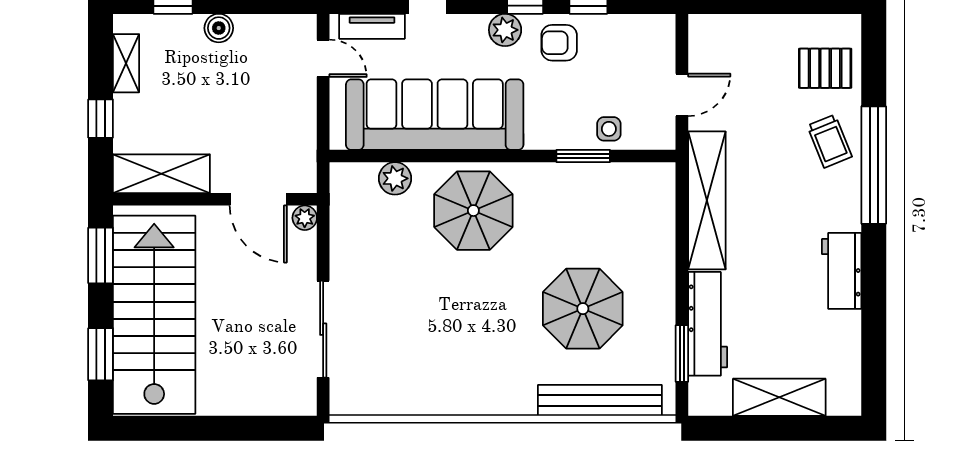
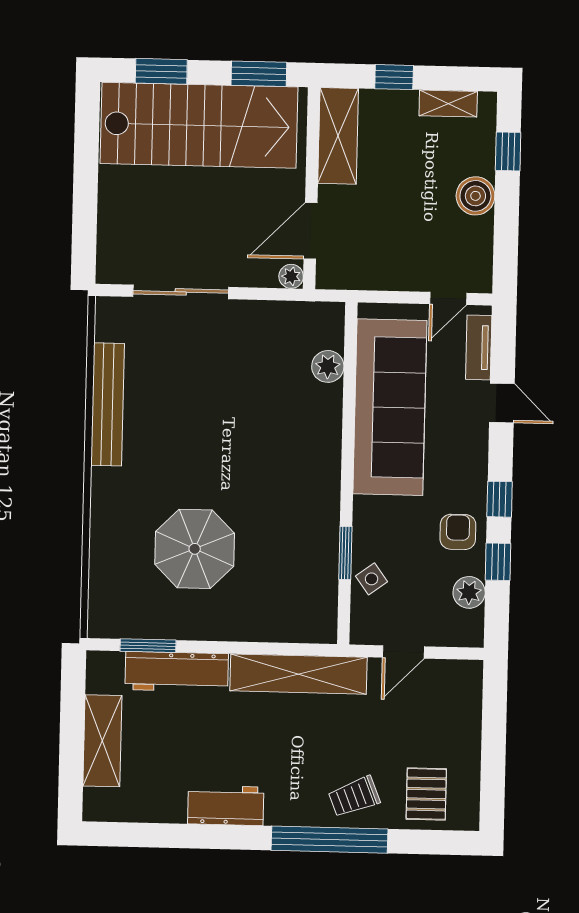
boiler: (219, 28) -> (475, 196), width x1.36, depth x1.36
plant: (505, 30) -> (469, 592), moved
door: (682, 95) -> (403, 652), hinge flipped
side table: (609, 129) -> (372, 579), turned -36
parasol: (473, 211) -> (294, 443), removed
bench: (600, 400) -> (108, 404), moved

